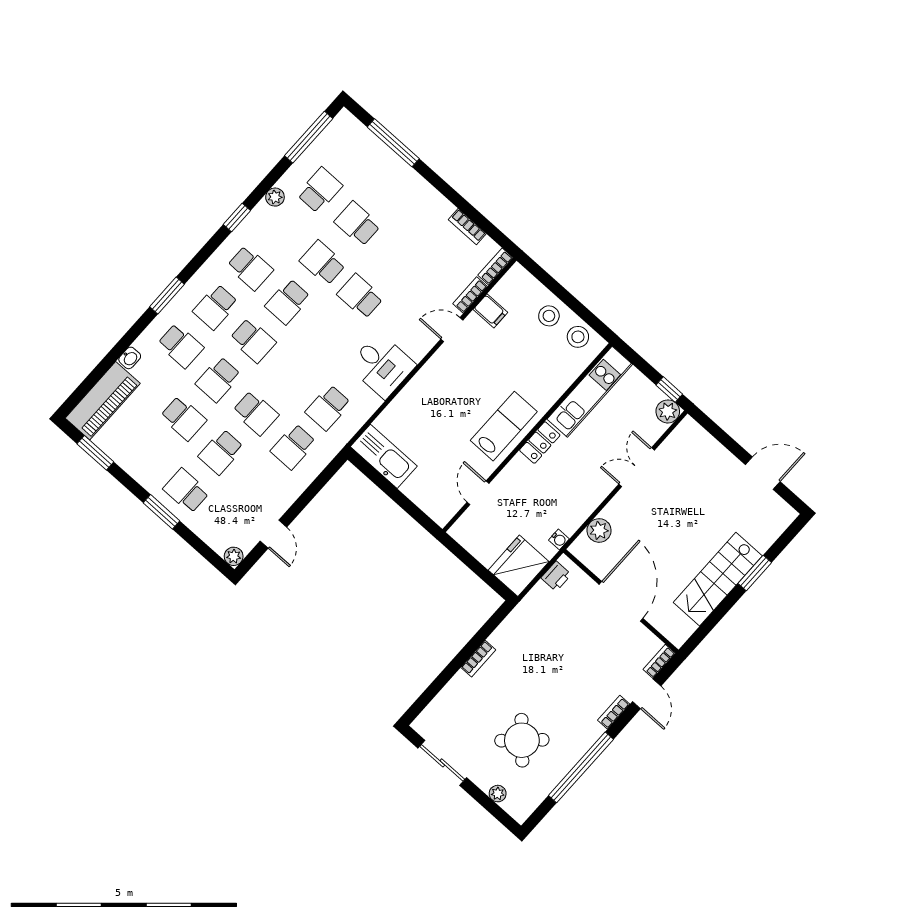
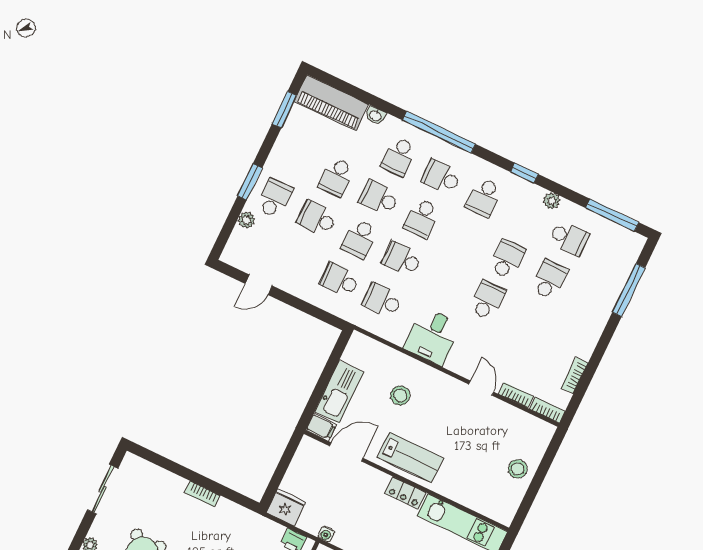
window: (167, 296) -> (439, 132), width x2.11
school desk: (288, 302) -> (402, 259), moved
filing cabinet: (490, 311) -> (321, 427), moved, turned -90
stool: (578, 337) -> (400, 396), moved
kitchen sink: (384, 456) -> (339, 392), moved
door: (478, 493) -> (346, 452), width x1.38
plant: (234, 556) -> (247, 220), moved
fridge: (519, 566) -> (286, 507), width x0.73, depth x0.75

